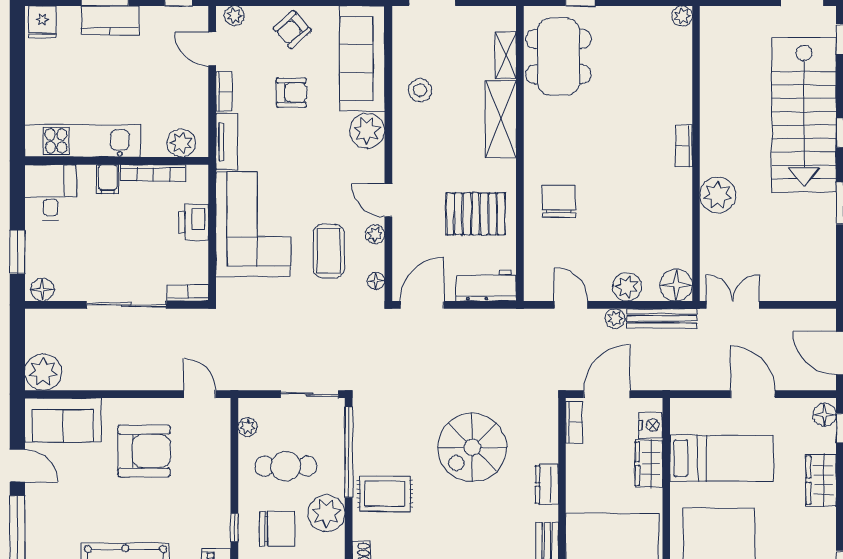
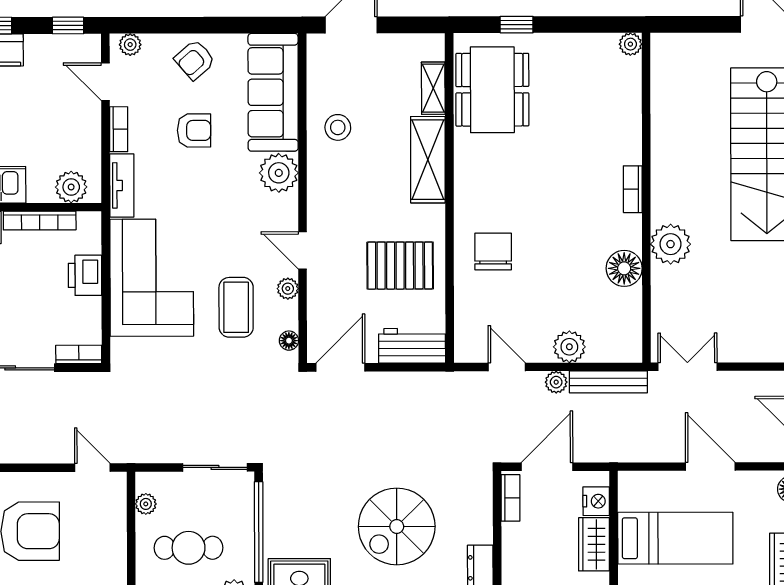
floor lamp: (676, 285) -> (624, 268), moved

